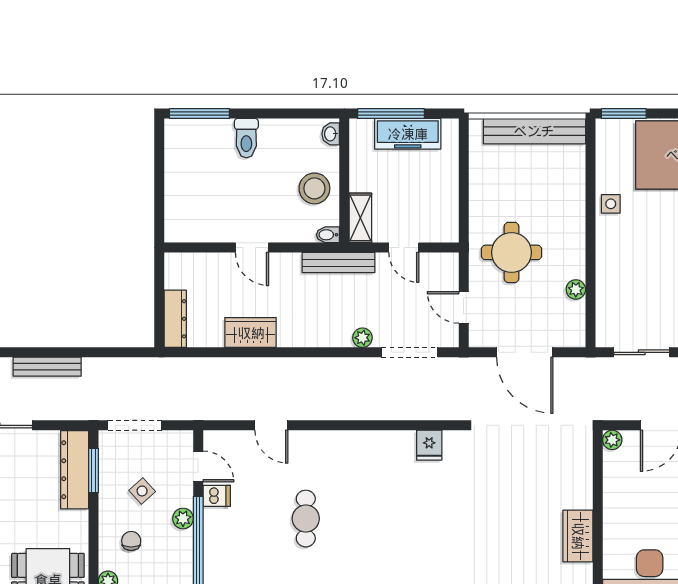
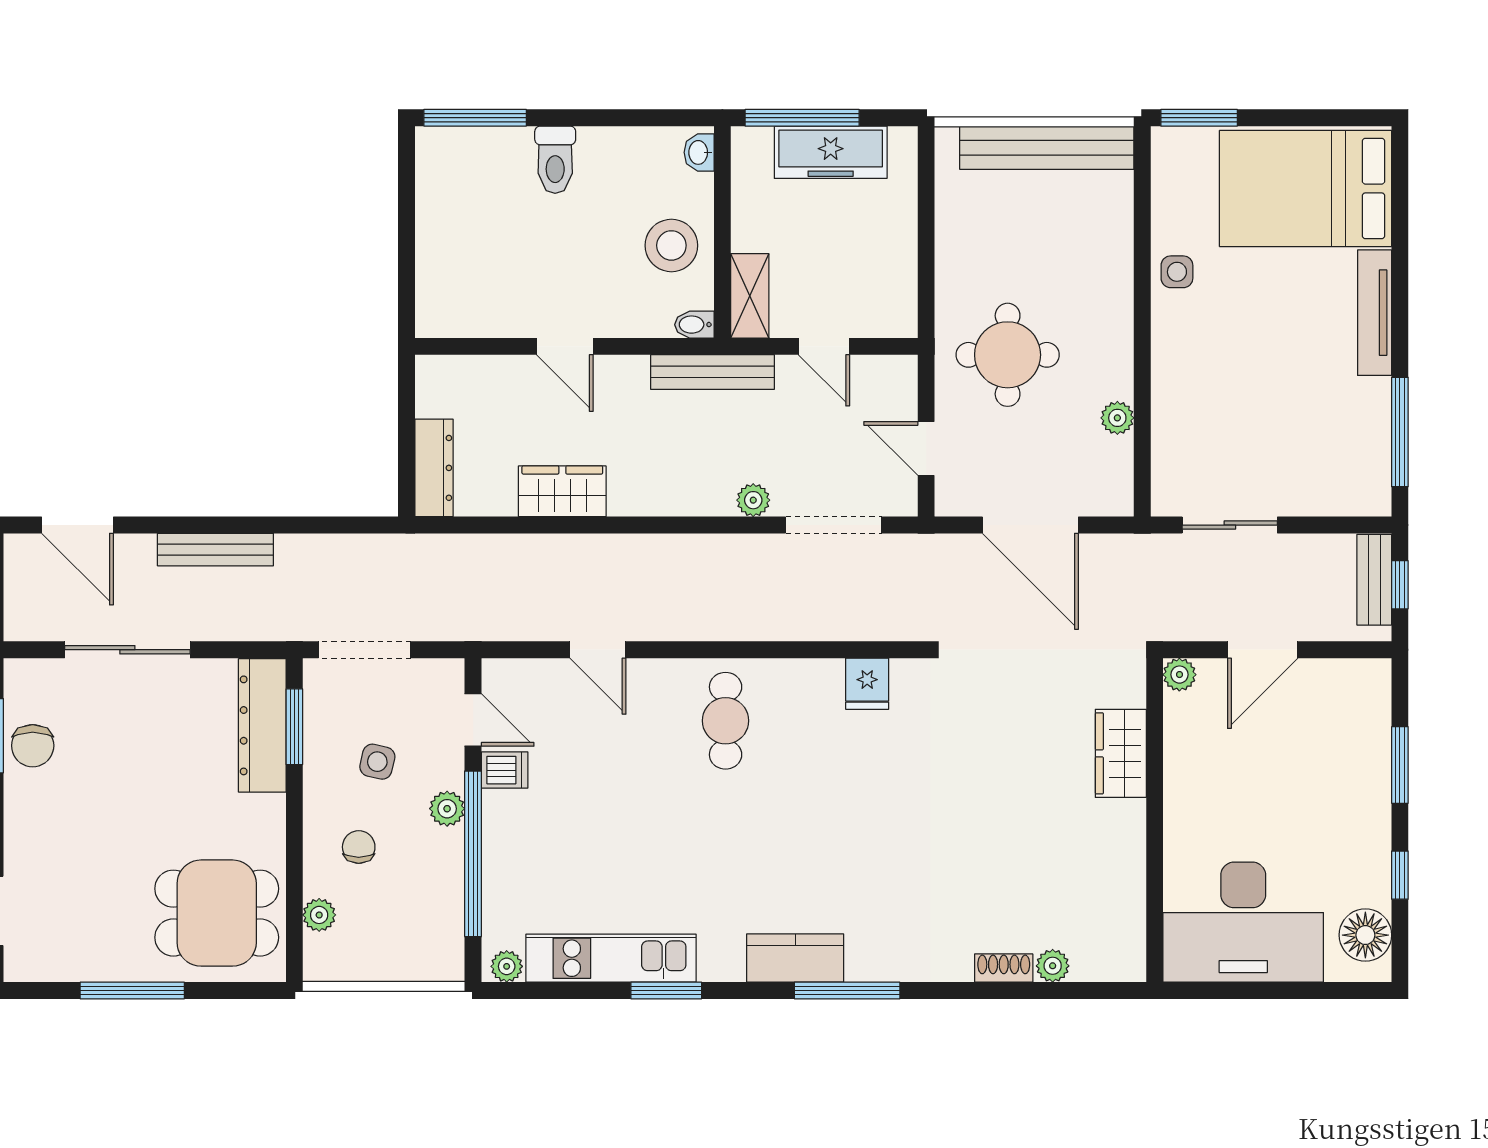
side table: (142, 491) -> (377, 762), turned -35
cafe table: (306, 519) -> (726, 721), moved
wardrobe: (578, 536) -> (1121, 753), moved

